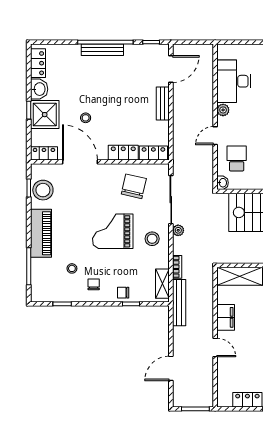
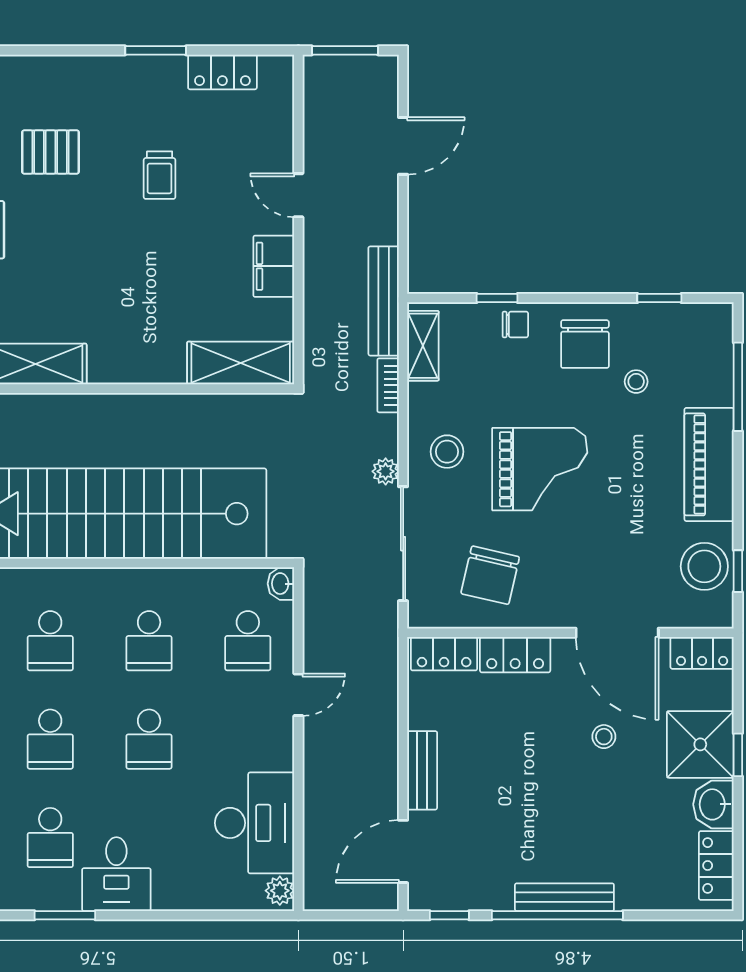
plant: (223, 110) -> (280, 891), moved
chair: (94, 284) -> (585, 344), width x1.87, depth x1.87

